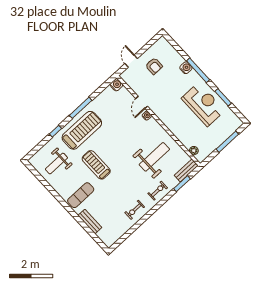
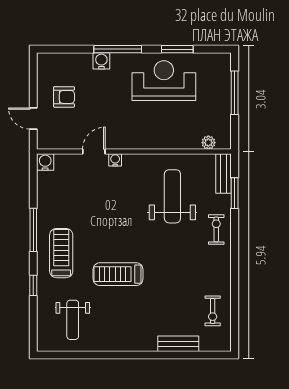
door: (142, 102) -> (94, 152), swing flipped
treadmill: (82, 130) -> (61, 253), width x0.73, depth x0.73
exercise mat: (81, 195) -> (137, 326), removed
exercise bike: (135, 210) -> (213, 311), moved

